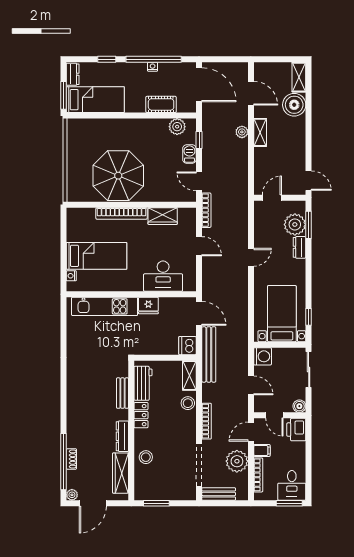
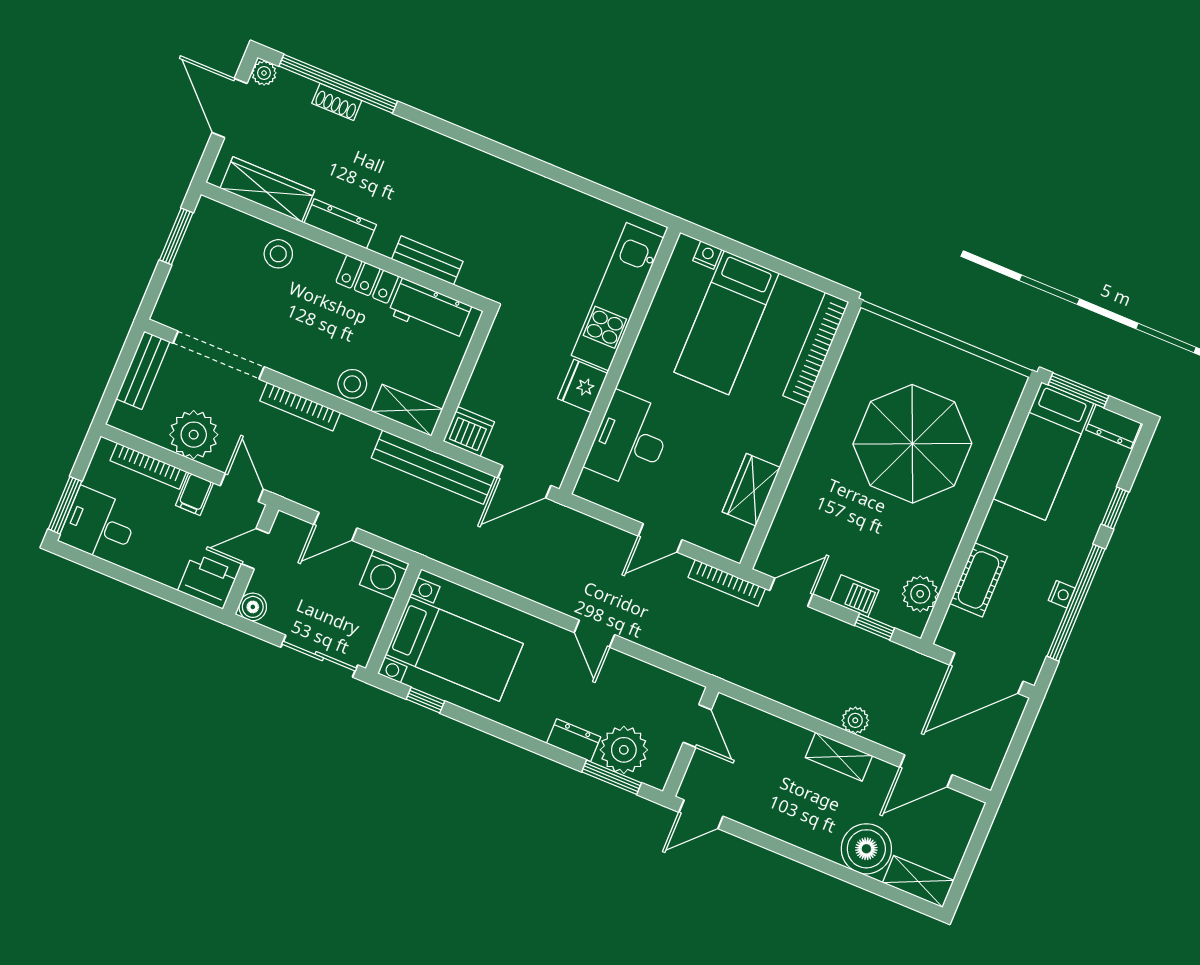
parasol: (118, 176) -> (912, 444), moved
bookcase: (122, 214) -> (816, 349), moved

